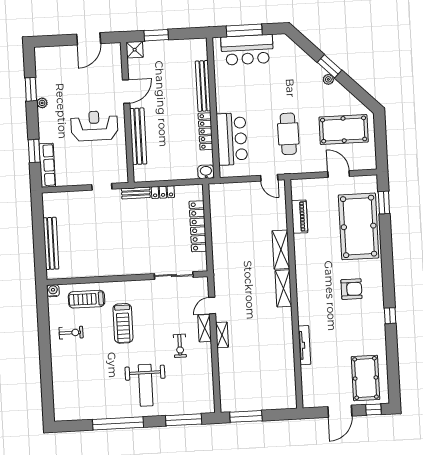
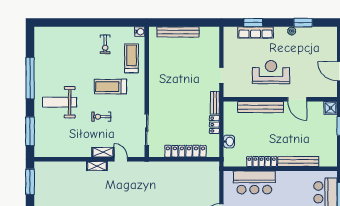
reception desk: (94, 126) -> (271, 72), turned -90
row of seats: (47, 165) -> (256, 32), moved
washbasin: (206, 172) -> (229, 142), moved
exercise bike: (180, 346) -> (101, 117), moved

